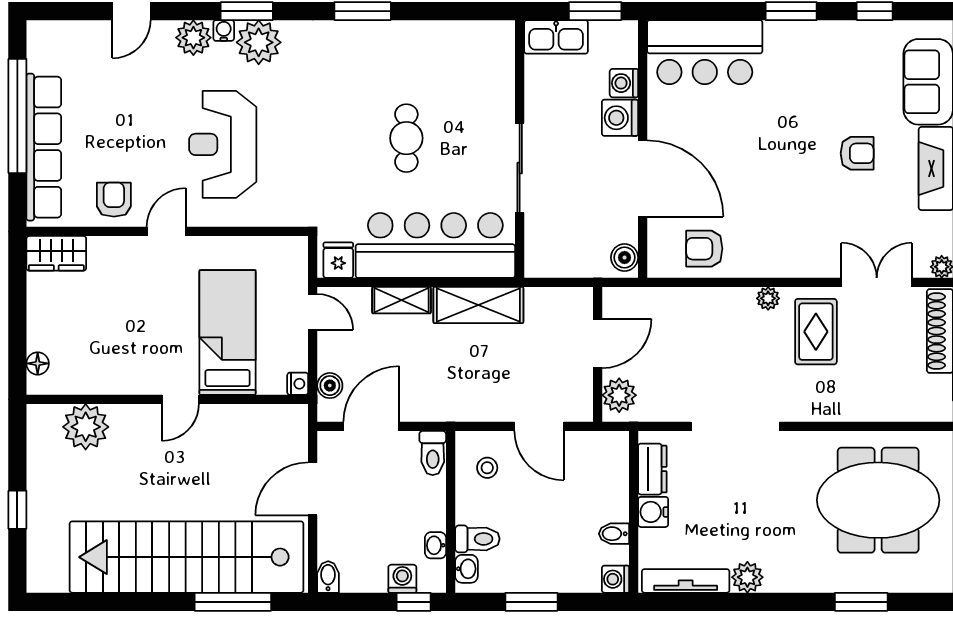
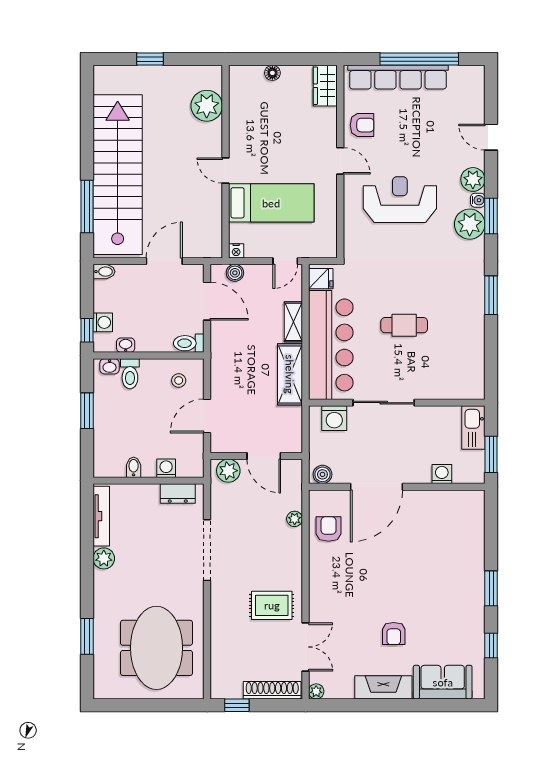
bar counter: (705, 52) -> (463, 529), removed
washing machine: (620, 118) -> (334, 418), moved, turned 180
plant: (768, 298) -> (295, 519), moved
floor lamp: (38, 363) -> (272, 73), moved
door: (313, 489) -> (164, 261), hinge flipped
water cooler: (653, 512) -> (148, 494), removed
washing machine: (615, 579) -> (166, 468), moved

